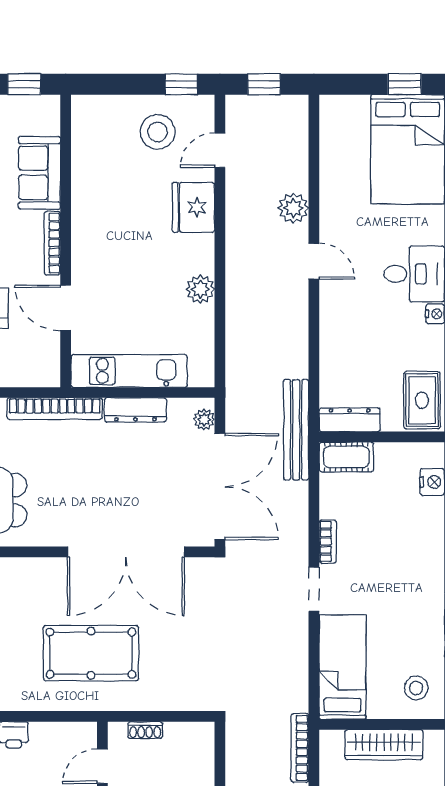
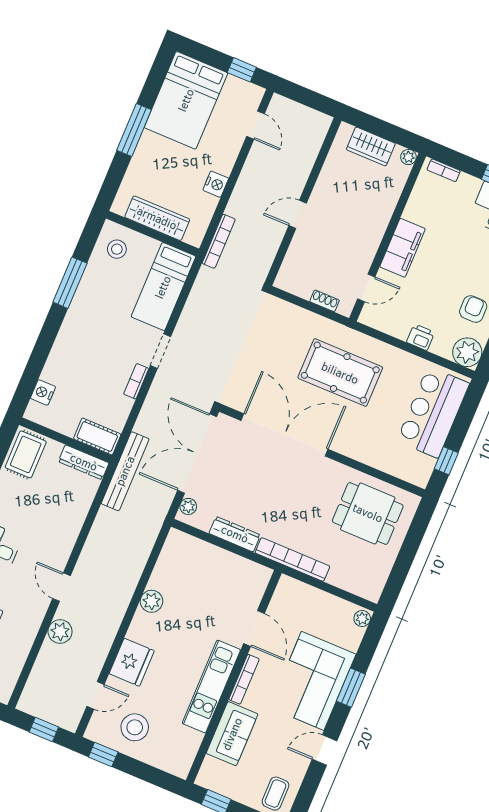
kitchen unit: (129, 371) -> (211, 687), moved, turned 90

